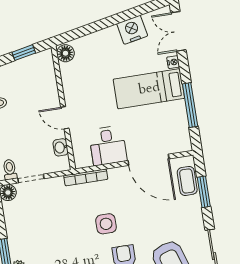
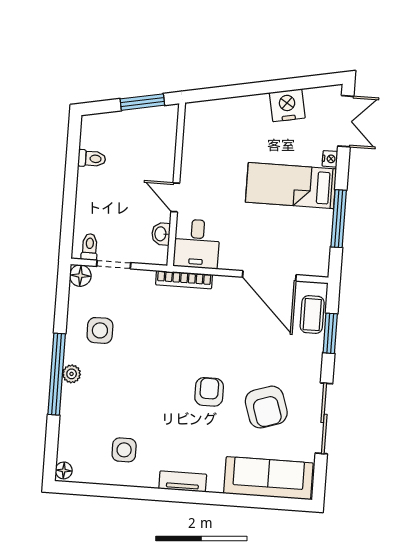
double door: (178, 31) -> (346, 121), swing flipped
window: (24, 53) -> (142, 102), width x1.50
floor lamp: (65, 53) -> (195, 115), removed
desk: (108, 146) -> (197, 244), moved
side table: (106, 224) -> (100, 330), moved

